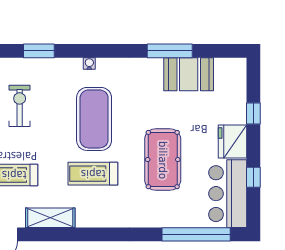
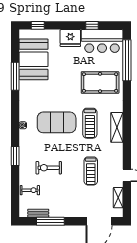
booth: (189, 74) -> (34, 59), width x1.36, depth x1.42
window: (253, 113) -> (38, 25), moved
pool table: (163, 160) -> (100, 83), moved
shelving: (50, 218) -> (117, 127), moved

